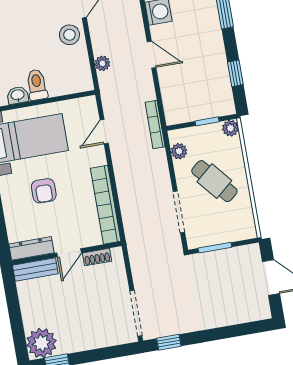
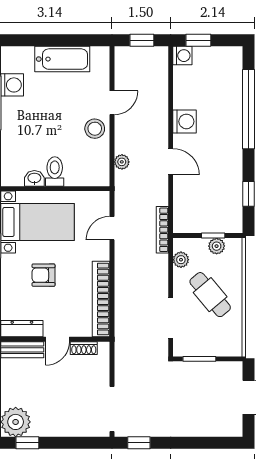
plant: (230, 128) -> (217, 246), moved
armchair: (44, 191) -> (44, 275), turned 90

